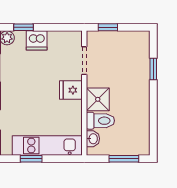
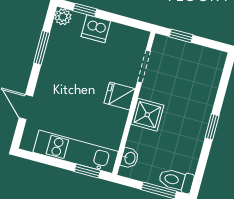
window: (153, 69) -> (212, 127), moved
toilet: (100, 121) -> (176, 180), moved, turned 180
window: (31, 159) -> (87, 171), moved

